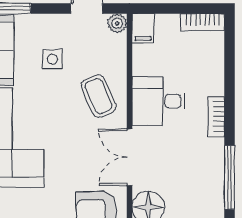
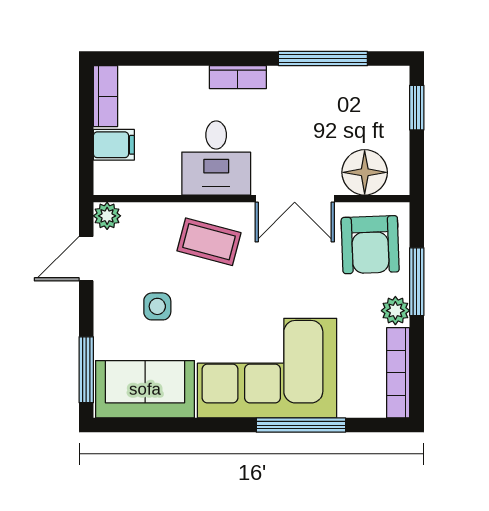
filing cabinet: (143, 28) -> (114, 145), moved
coffee table: (99, 96) -> (209, 242), turned 39

